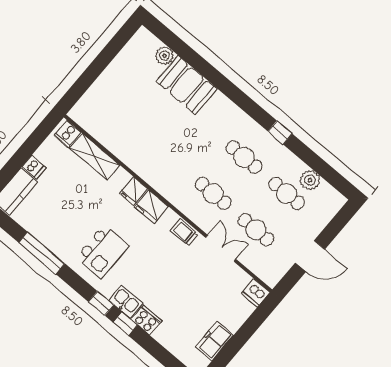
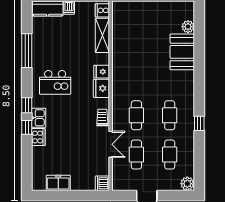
plant: (310, 180) -> (187, 184), moved

